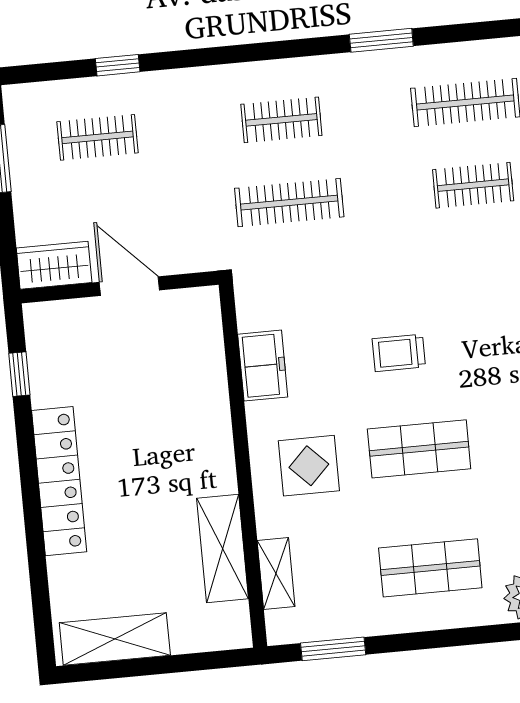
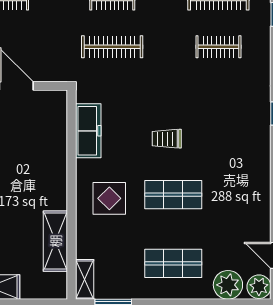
freezer: (263, 366) -> (88, 131), width x1.40
shelving: (276, 574) -> (85, 279), moved

